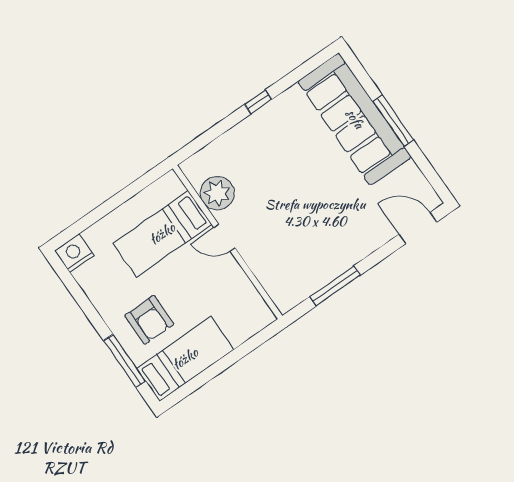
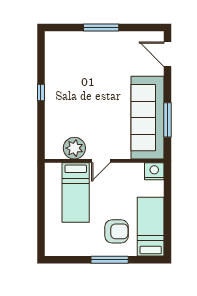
sofa: (355, 119) -> (147, 118), moved, turned 90
door: (418, 228) -> (168, 54), hinge flipped
nightstand: (74, 253) -> (154, 171), moved, turned 90
window: (125, 361) -> (110, 260), moved

